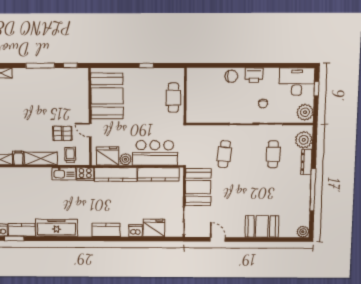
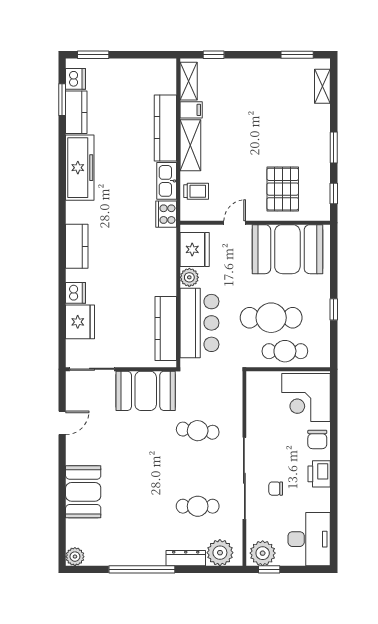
window: (40, 66) -> (334, 147), width x0.69
corner desk: (204, 84) -> (306, 397), added
window: (316, 89) -> (269, 569), moved
cafe table: (152, 107) -> (271, 318), added
pallet: (62, 133) -> (283, 189), moved, width x1.50, depth x1.42
kitchen counter: (116, 174) -> (165, 128), moved

